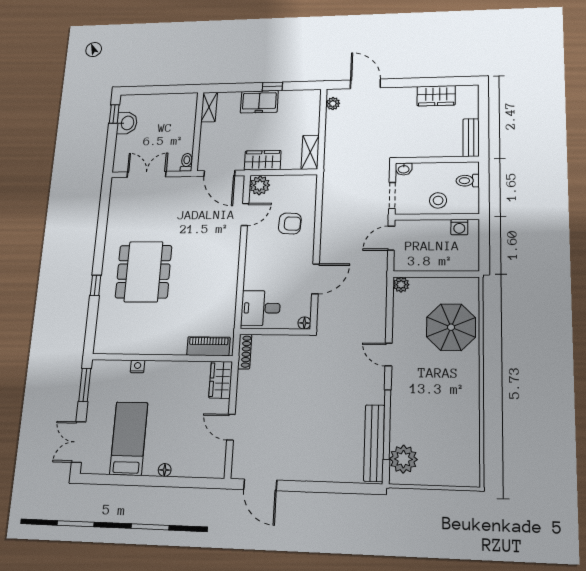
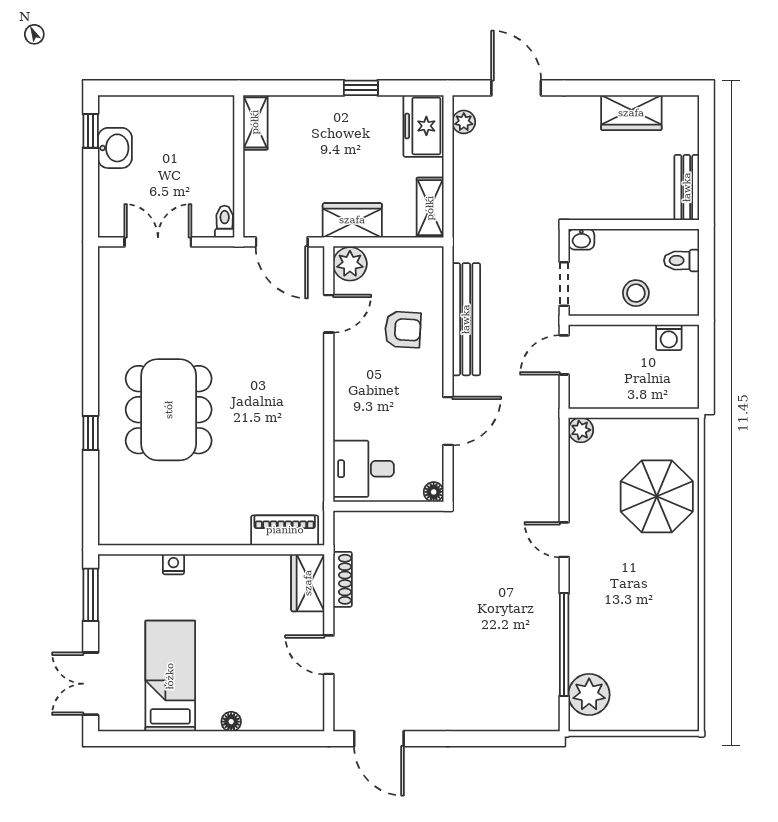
freezer: (259, 102) -> (424, 126), moved, turned 90
shoe rack: (245, 352) -> (342, 579), moved
bench: (374, 443) -> (466, 319), moved

